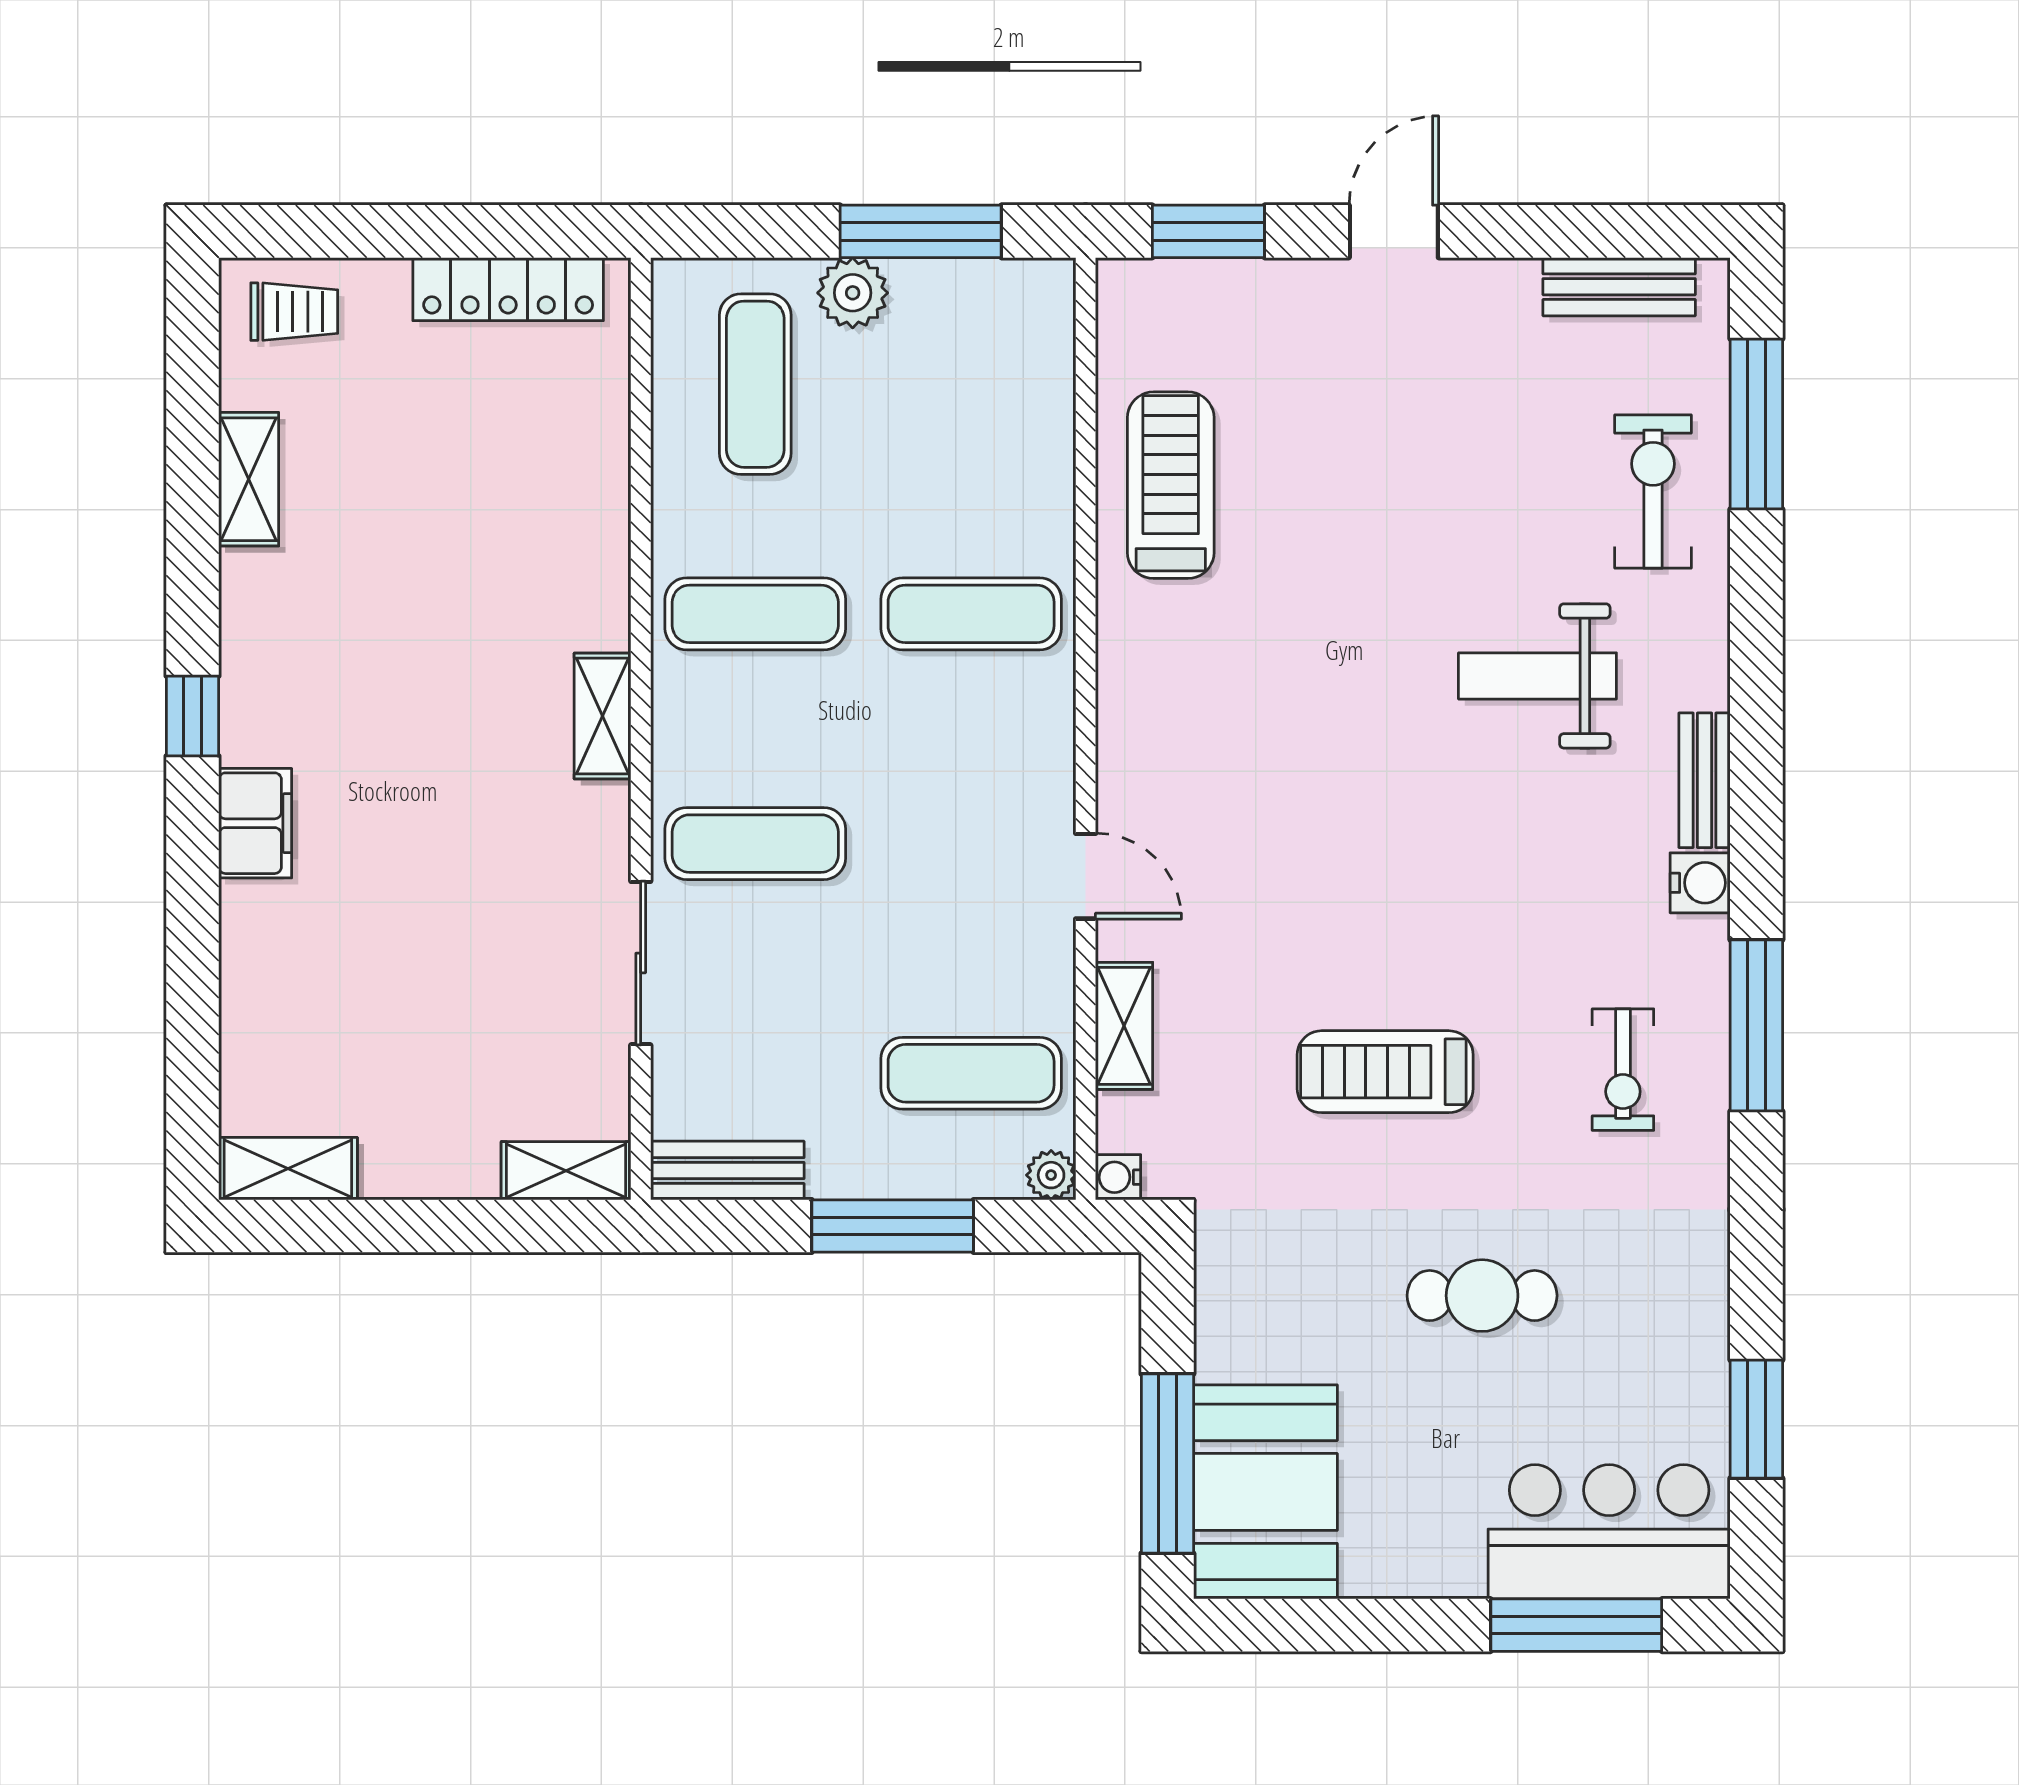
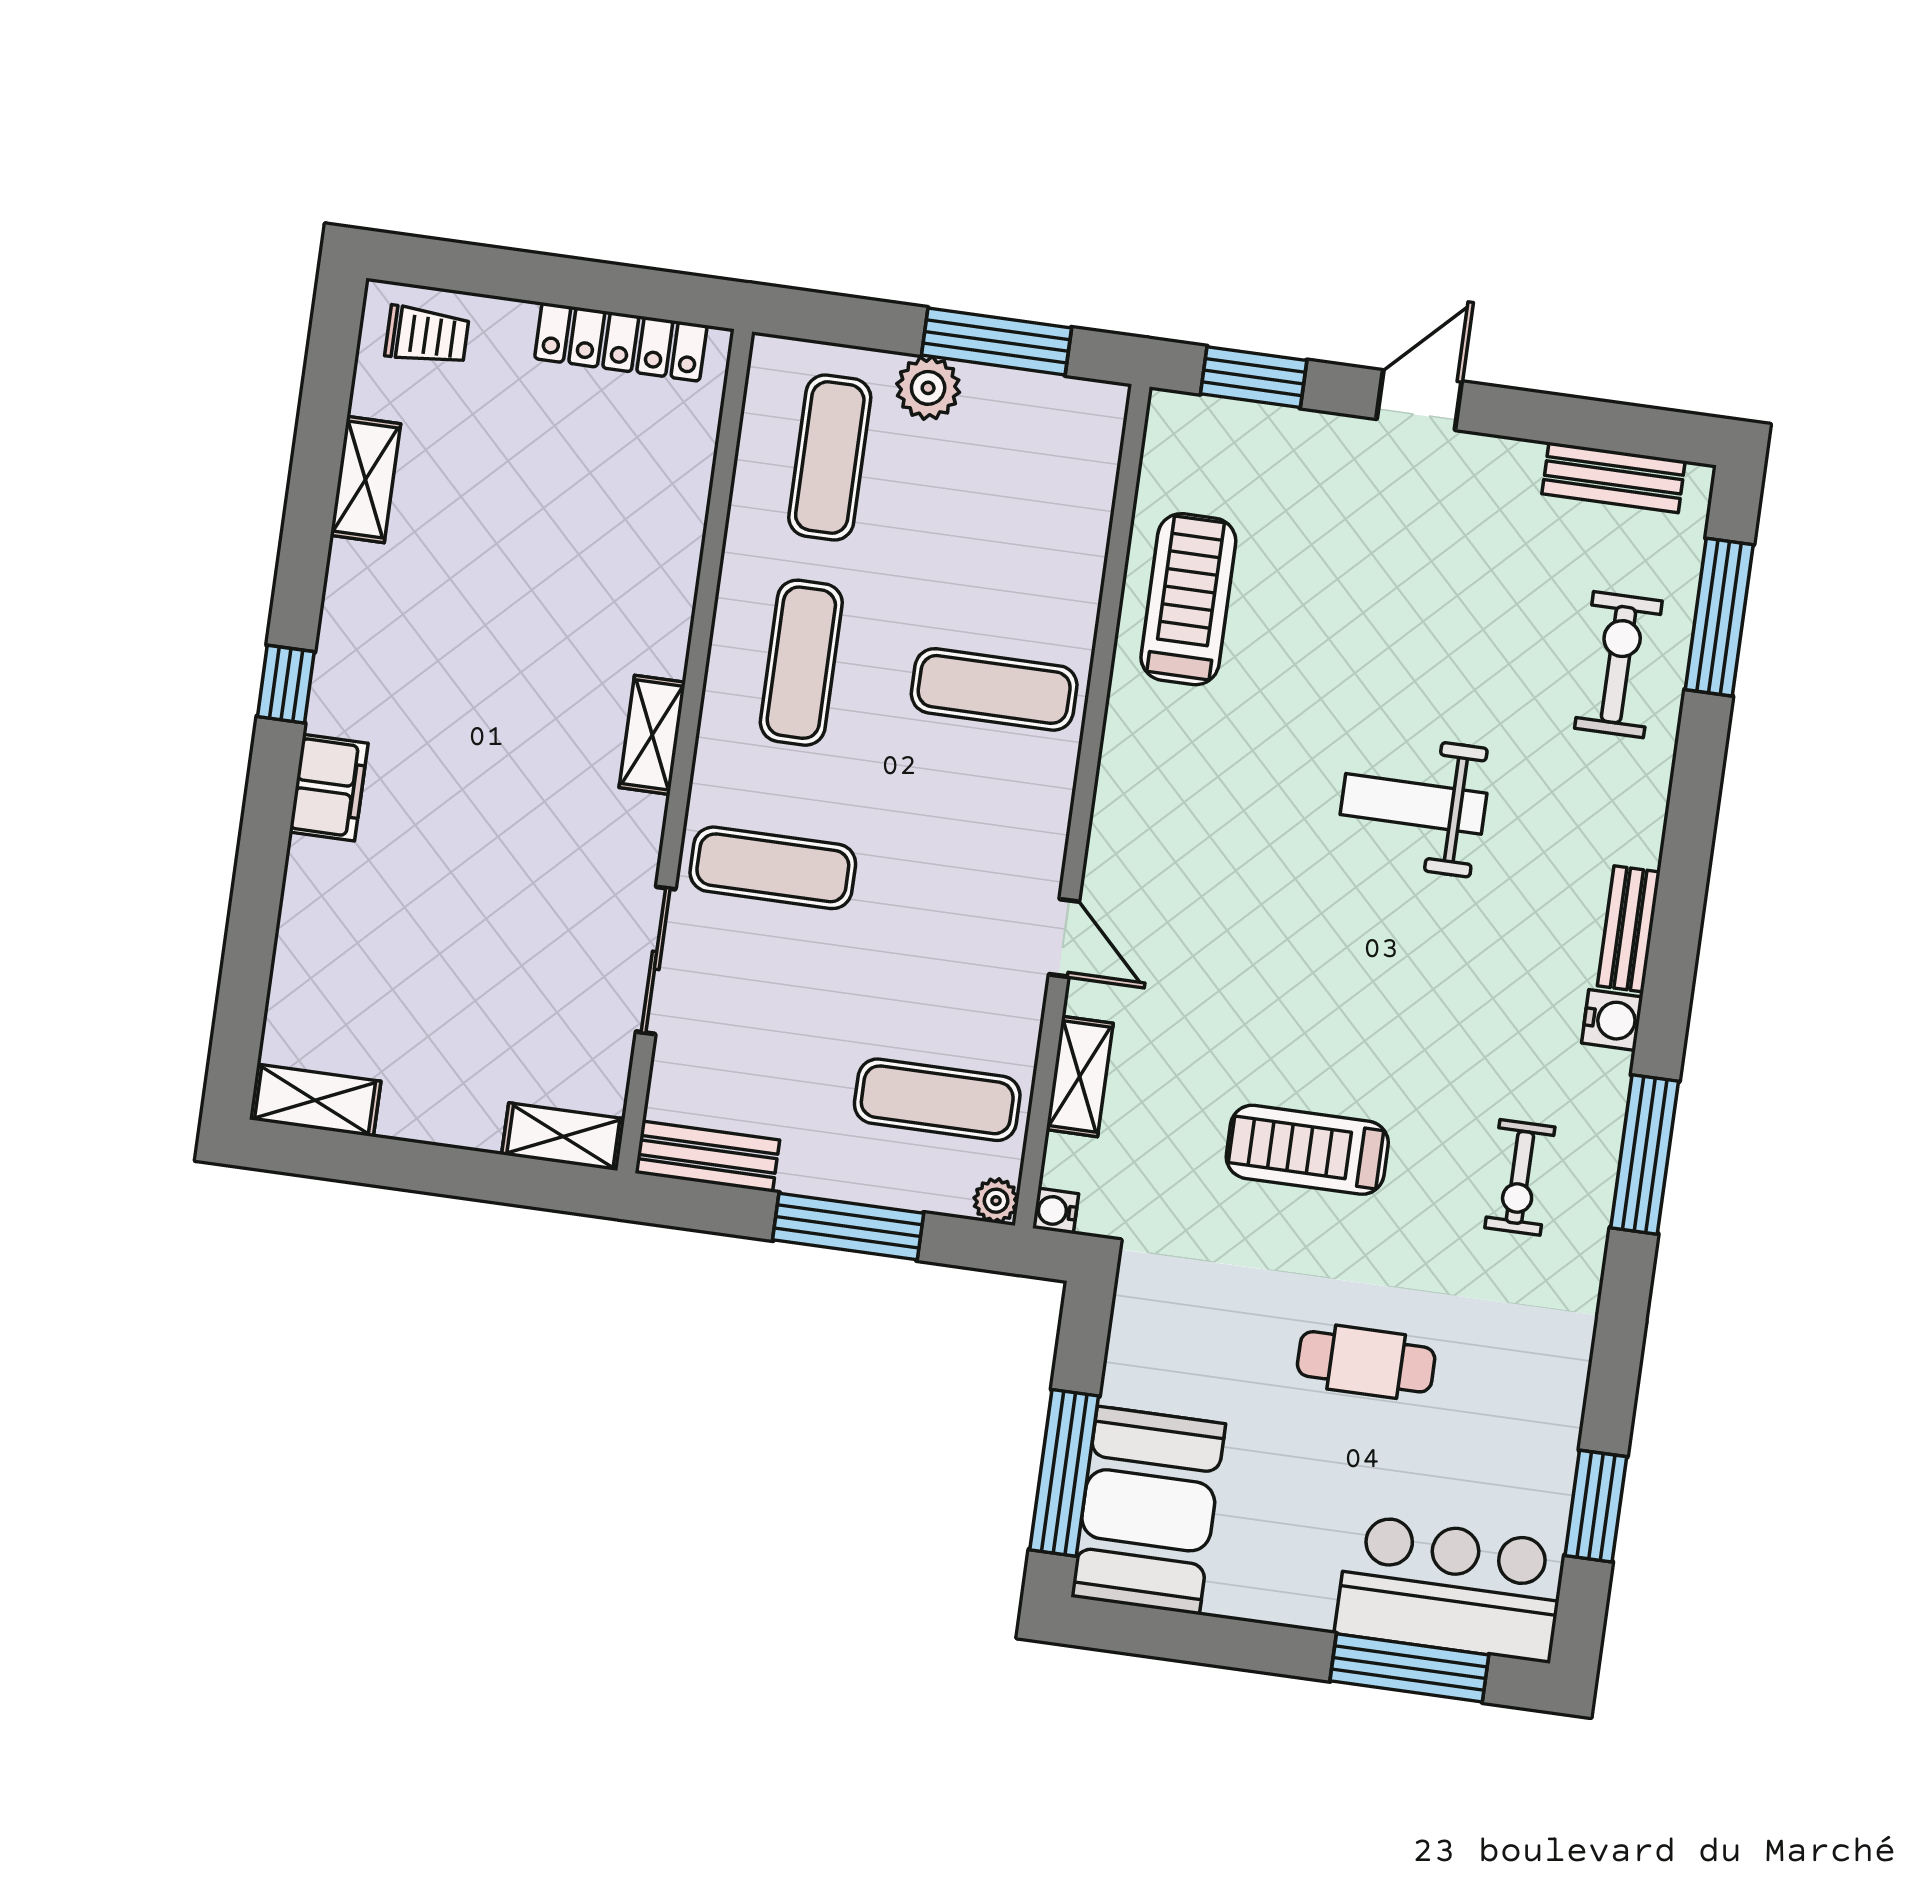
exercise mat: (755, 614) -> (801, 663), turned 90
weight bench: (1537, 676) -> (1413, 804), moved

